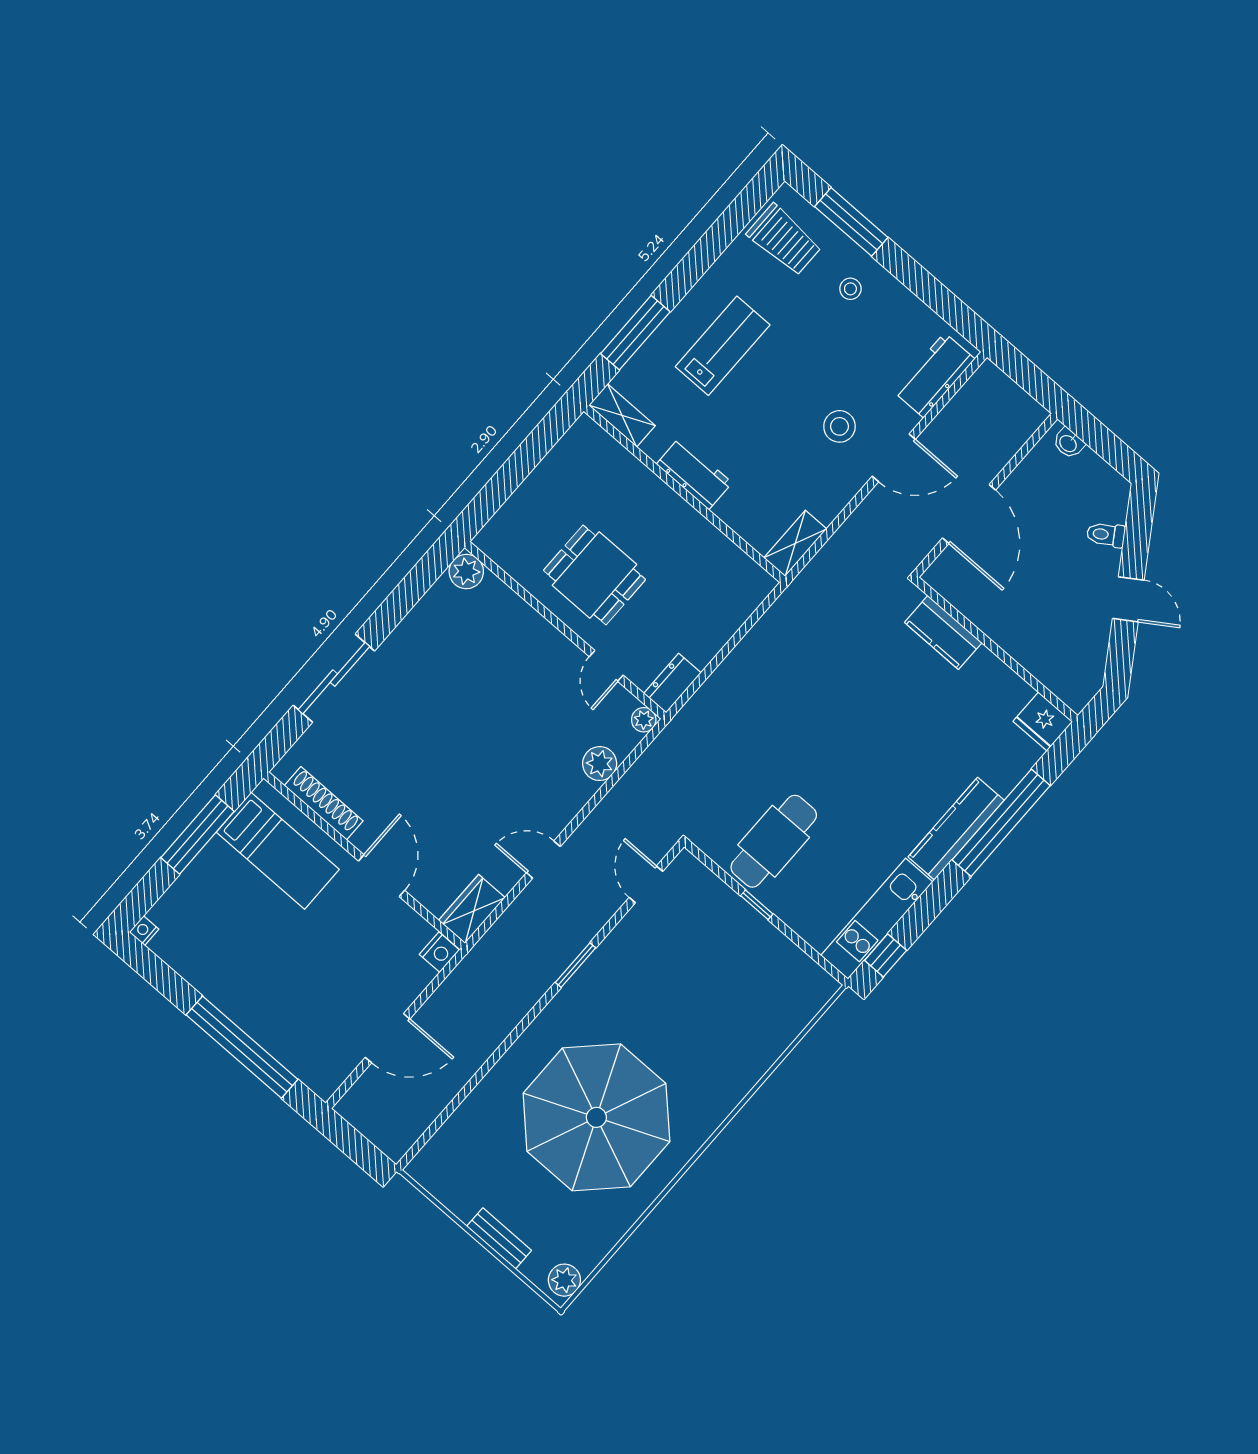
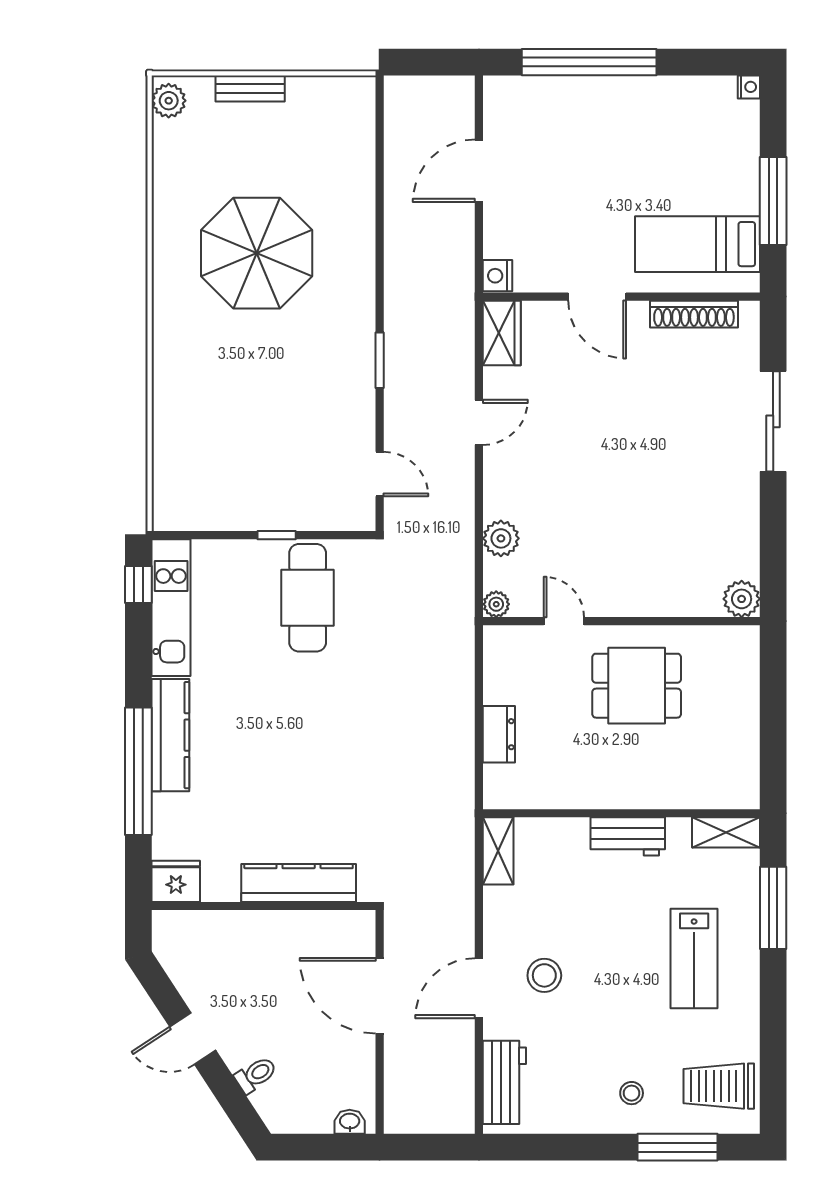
kitchen counter: (943, 632) -> (299, 883), width x1.50
dresser: (672, 683) -> (499, 734), moved
parasol: (596, 1117) -> (257, 253), width x0.73, depth x0.73

